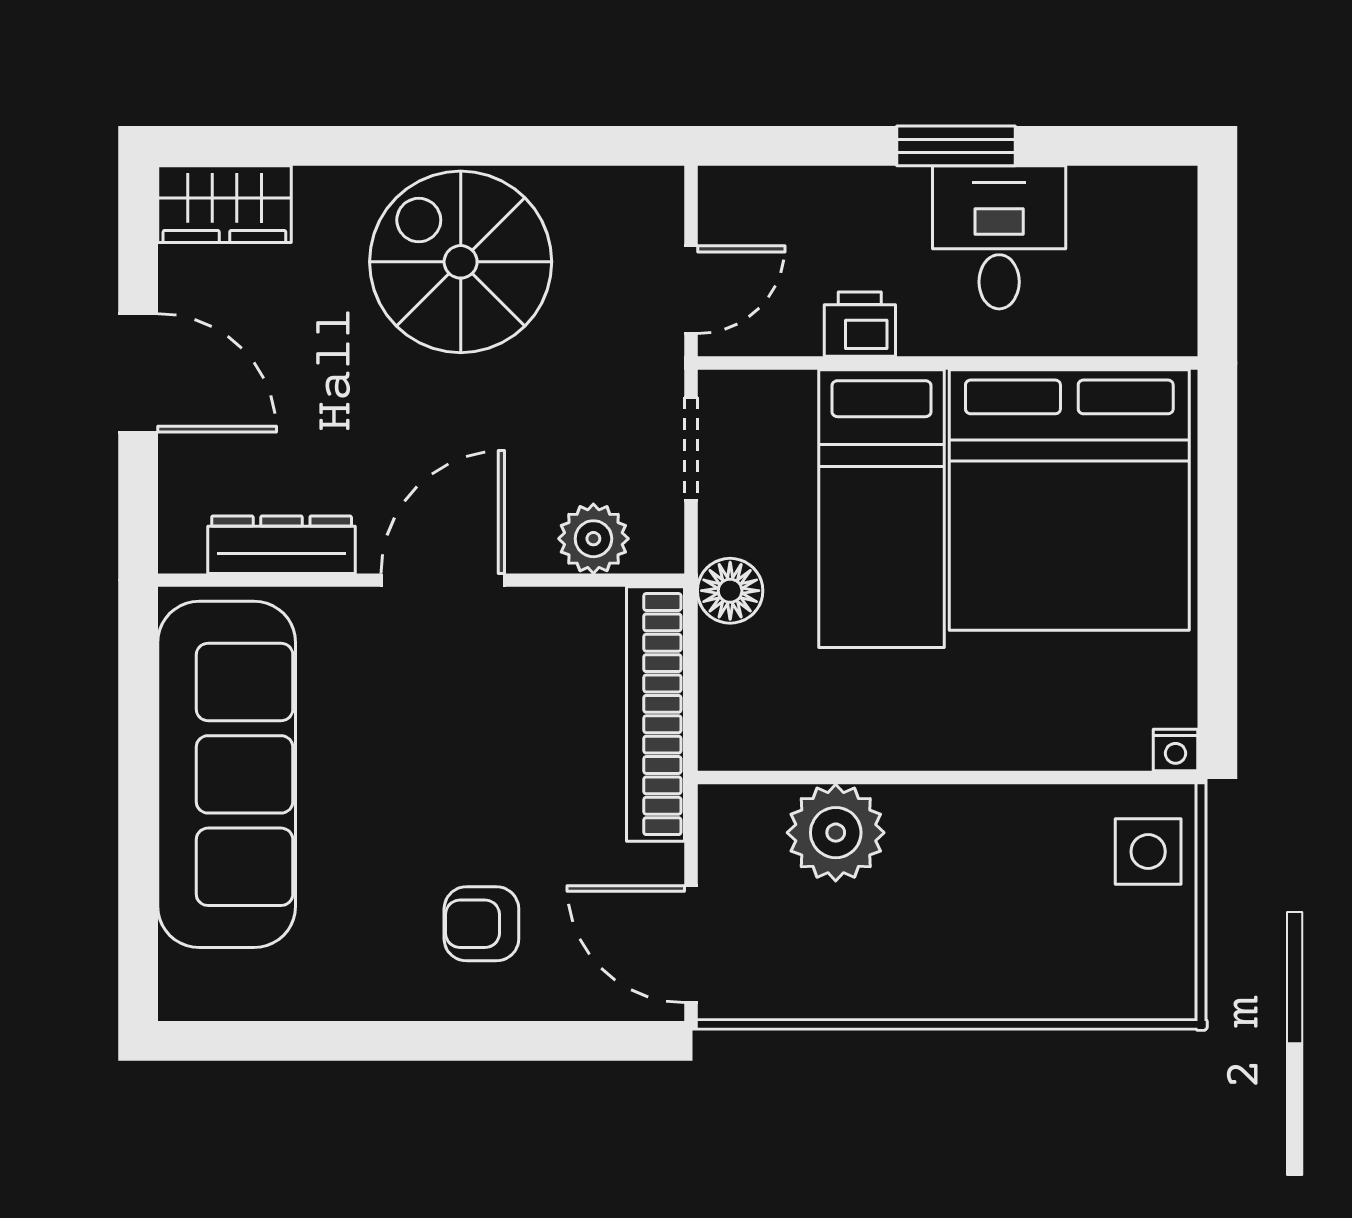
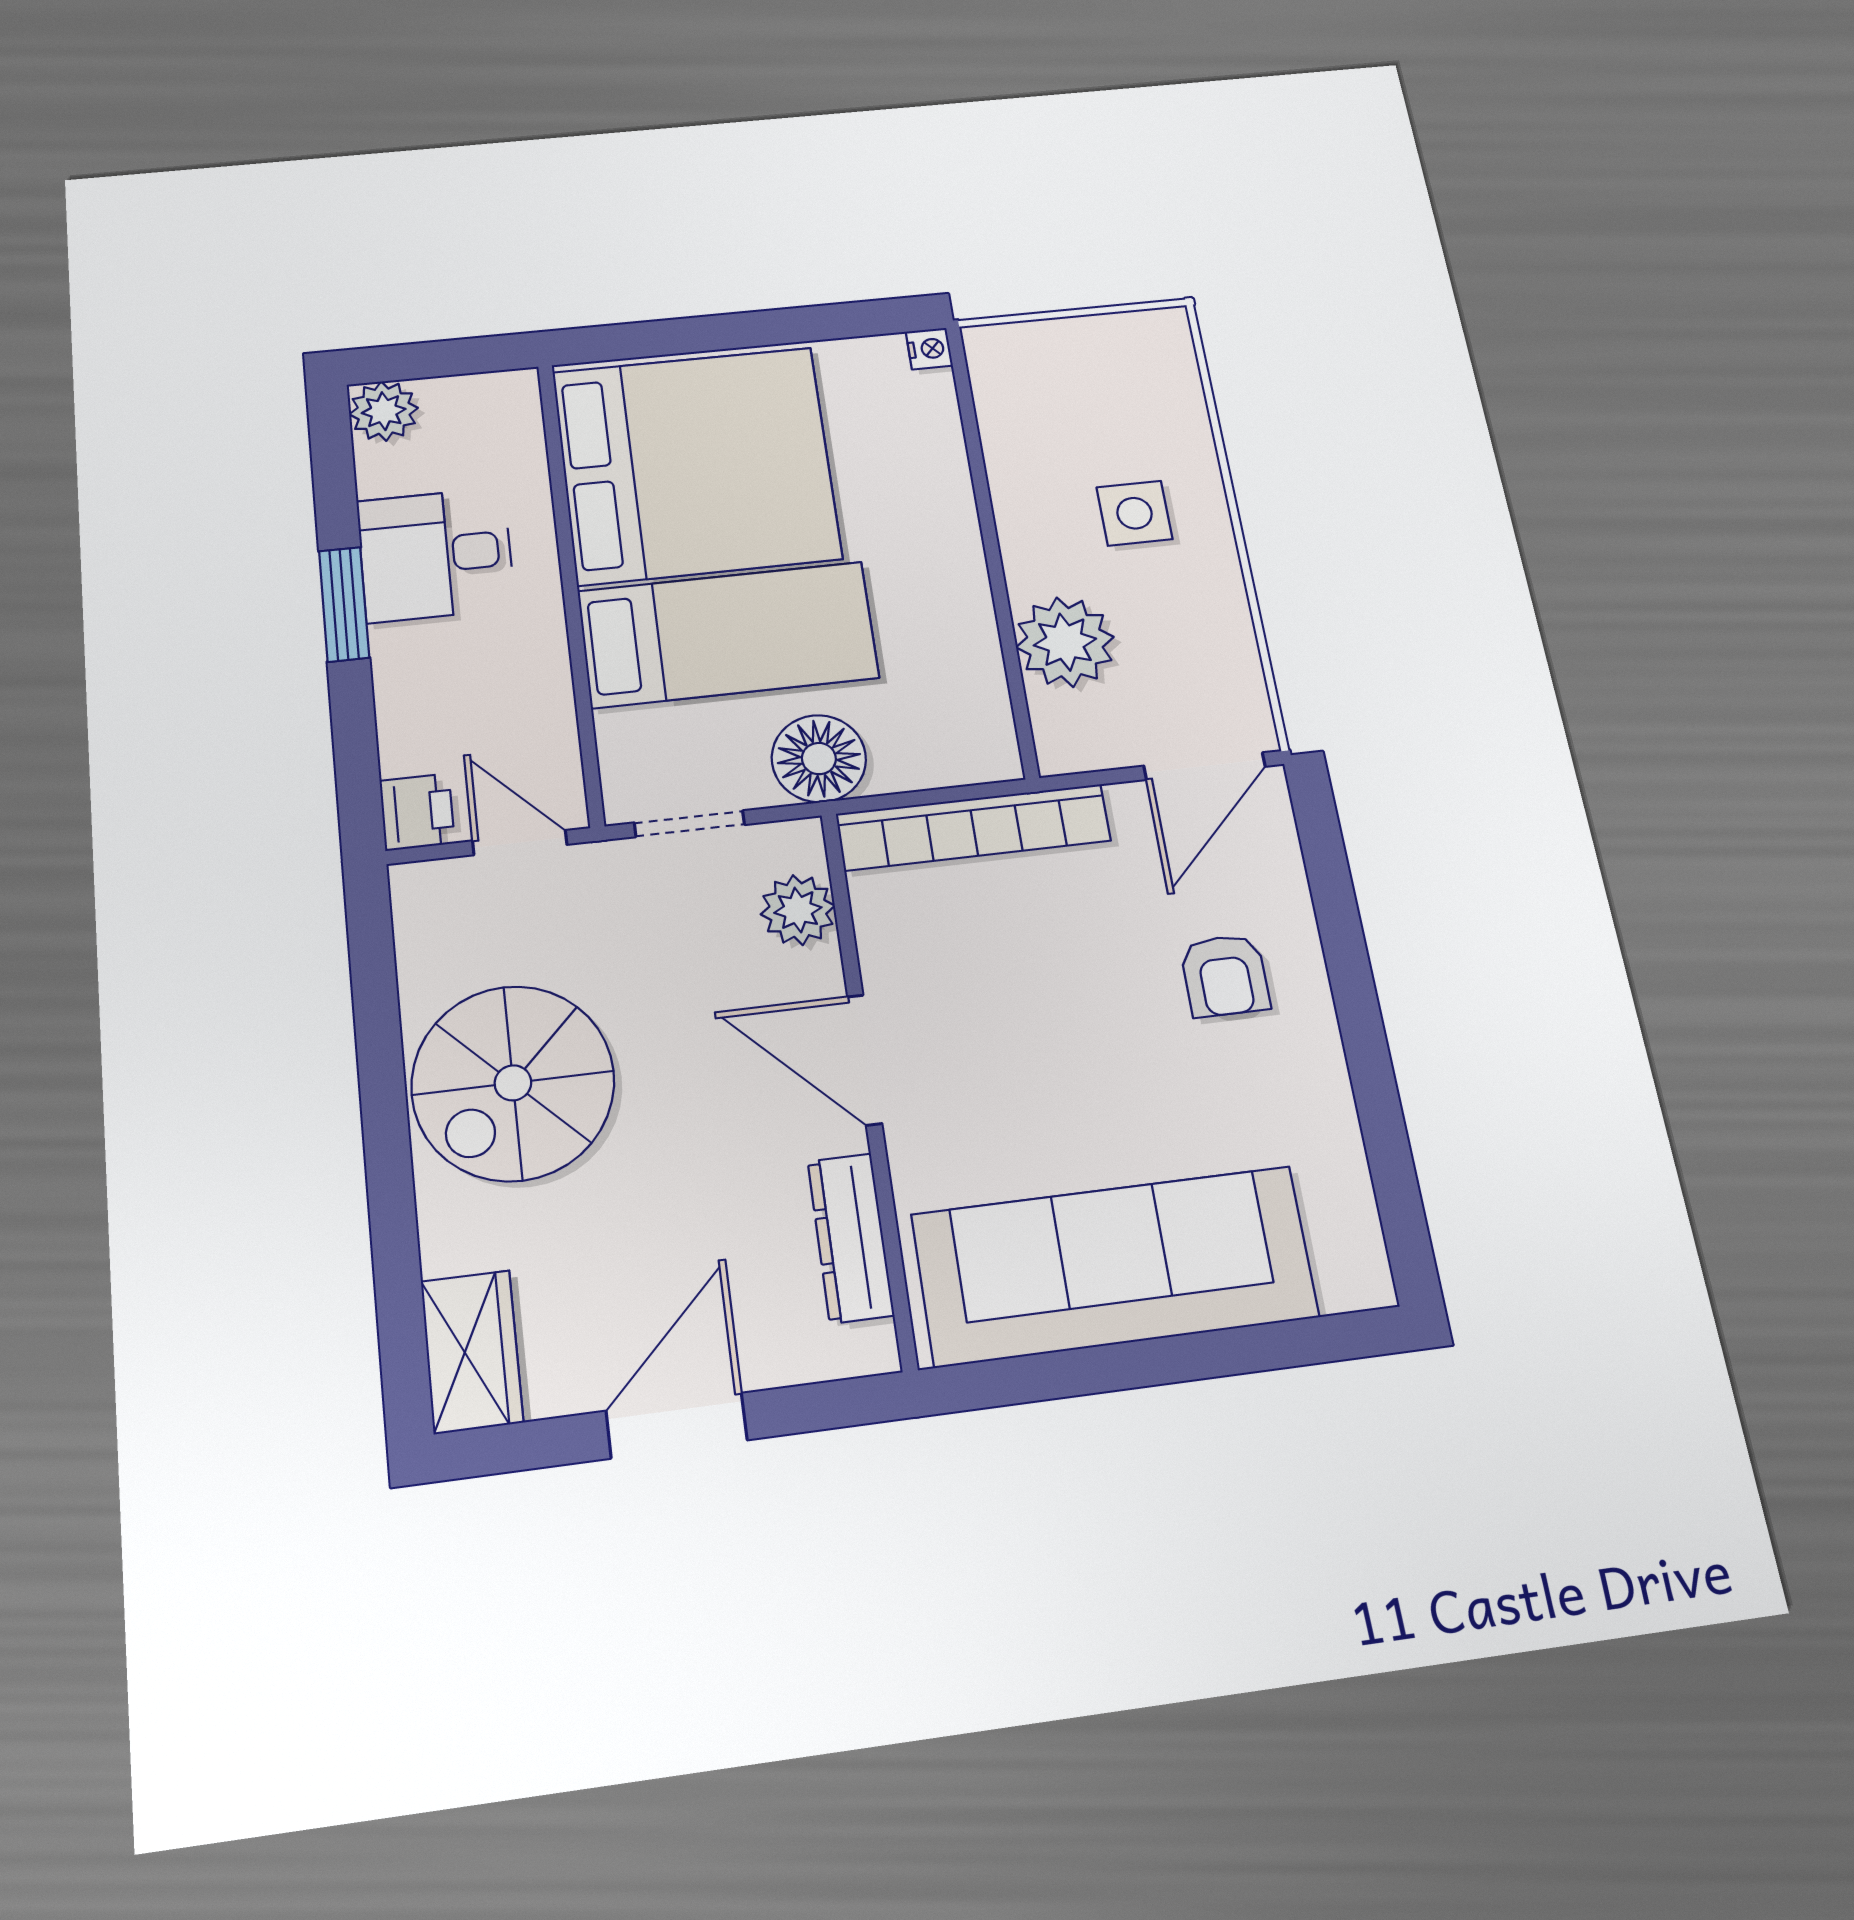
plant: (1164, 200) -> (384, 411), added
printer: (860, 324) -> (417, 812), moved, turned 180
floor lamp: (730, 591) -> (819, 759), width x1.38, depth x1.38
side table: (1148, 852) -> (1134, 513), moved

